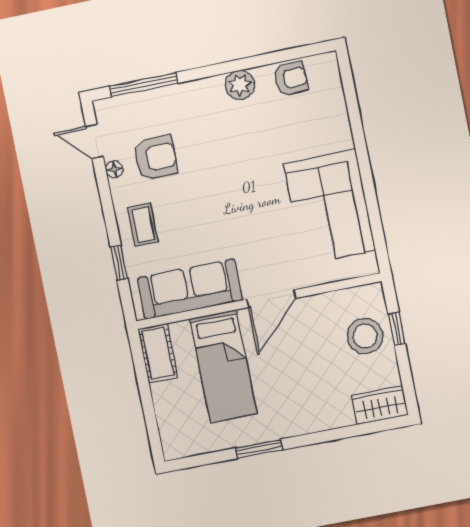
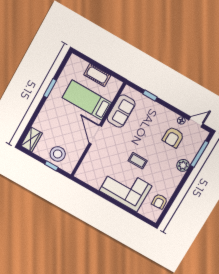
plant: (240, 85) -> (183, 165), moved
corner sofa: (329, 207) -> (126, 188), moved
coffee table: (143, 225) -> (138, 161), moved
sofa: (190, 289) -> (121, 111), width x0.73
cot: (158, 353) -> (97, 75), moved

